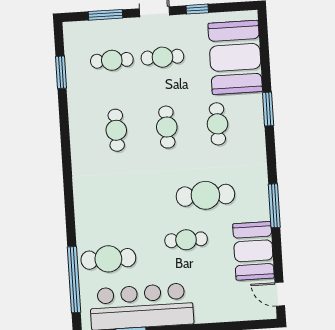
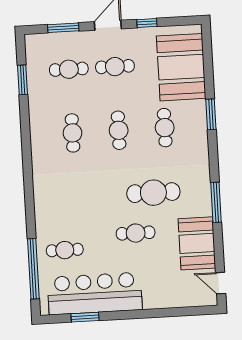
cafe table: (108, 259) -> (65, 250), width x0.73, depth x0.74

